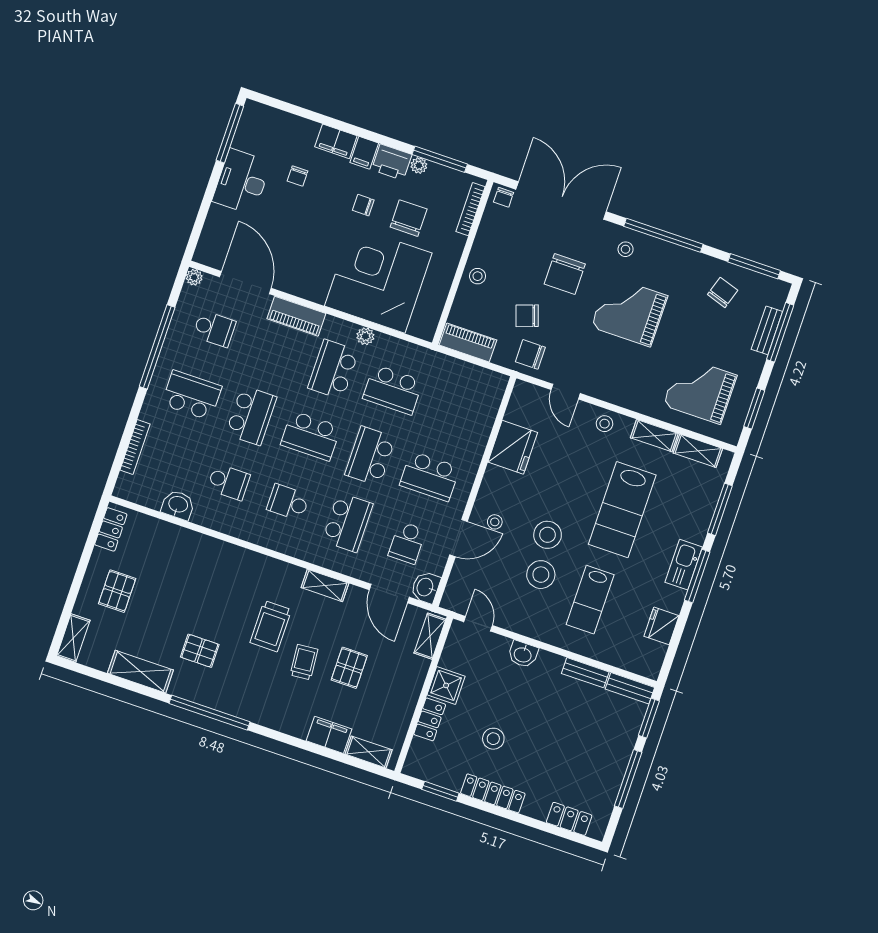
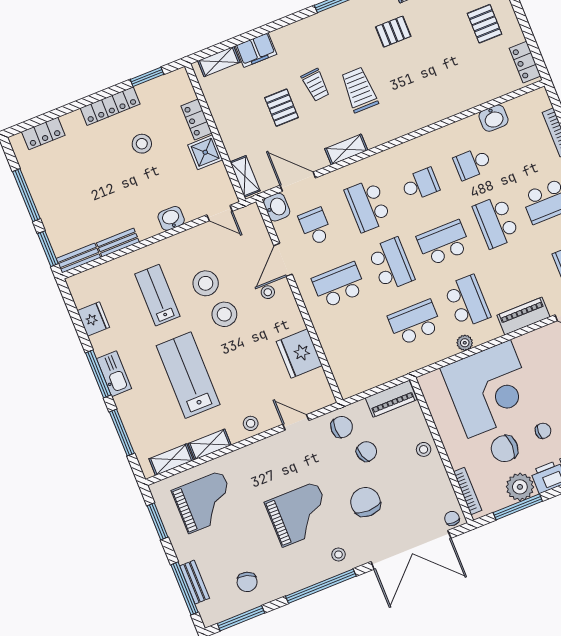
plant: (419, 165) -> (520, 487), width x1.88, depth x1.88
chair: (409, 218) -> (505, 449), turned 90

